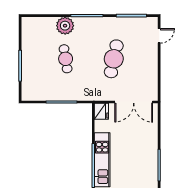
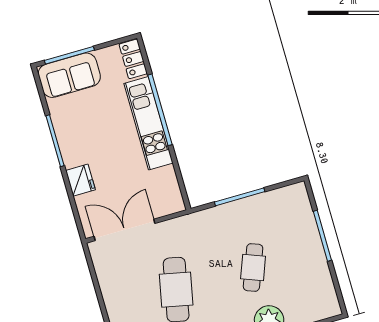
cafe table: (66, 59) -> (253, 268), turned 30
fridge: (101, 111) -> (80, 180), moved, turned 180

